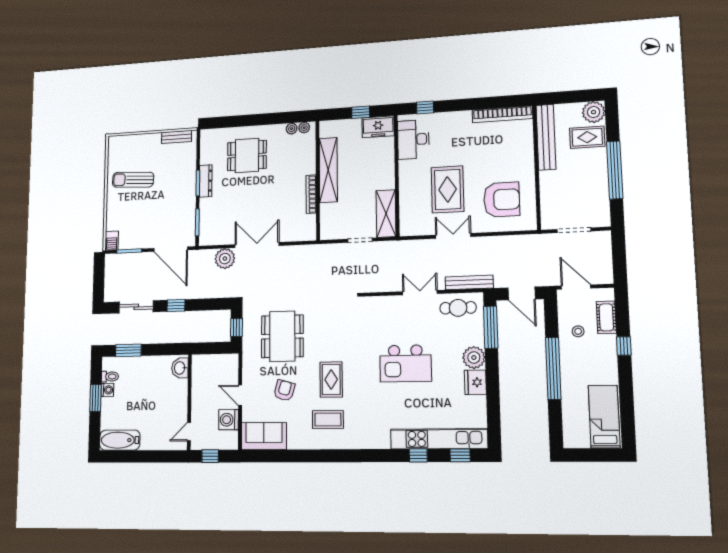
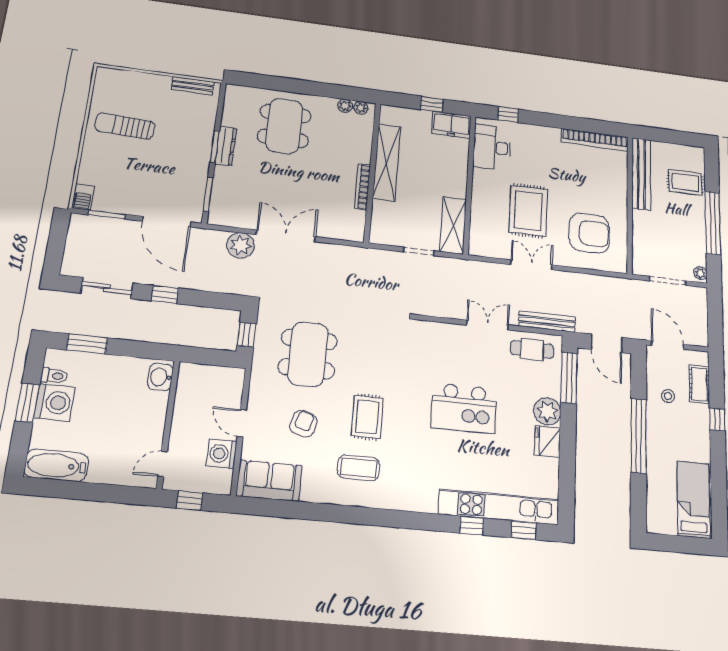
plant: (594, 112) -> (700, 273), moved, width x0.53, depth x0.53
dining table: (247, 156) -> (284, 126), width x1.38
washing machine: (107, 390) -> (54, 402), width x1.89, depth x1.89

